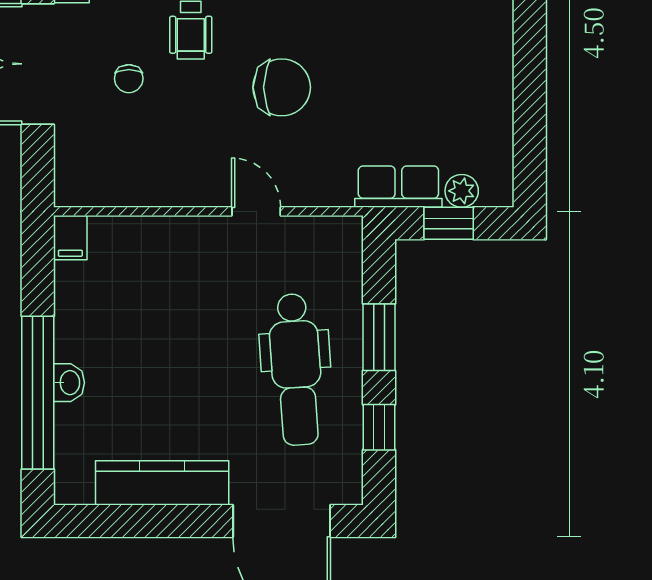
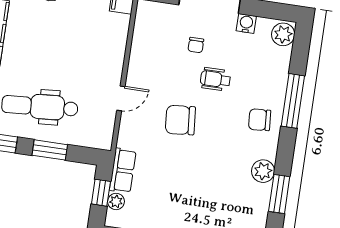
chair: (129, 79) -> (196, 45), turned -90
chair: (282, 87) -> (180, 120), turned 85

